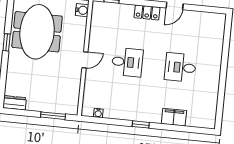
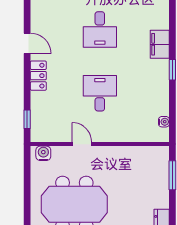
door: (85, 60) -> (82, 144), moved
filing cabinet: (174, 117) -> (160, 44), moved

